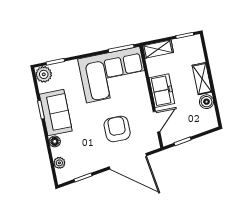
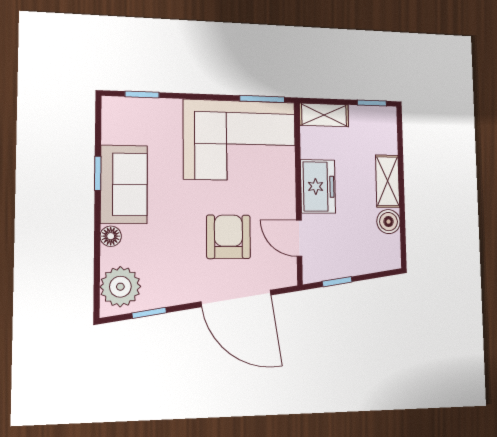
plant: (44, 74) -> (116, 112), removed
door: (157, 122) -> (299, 238), swing flipped
plant: (59, 163) -> (120, 287), width x1.87, depth x1.87

